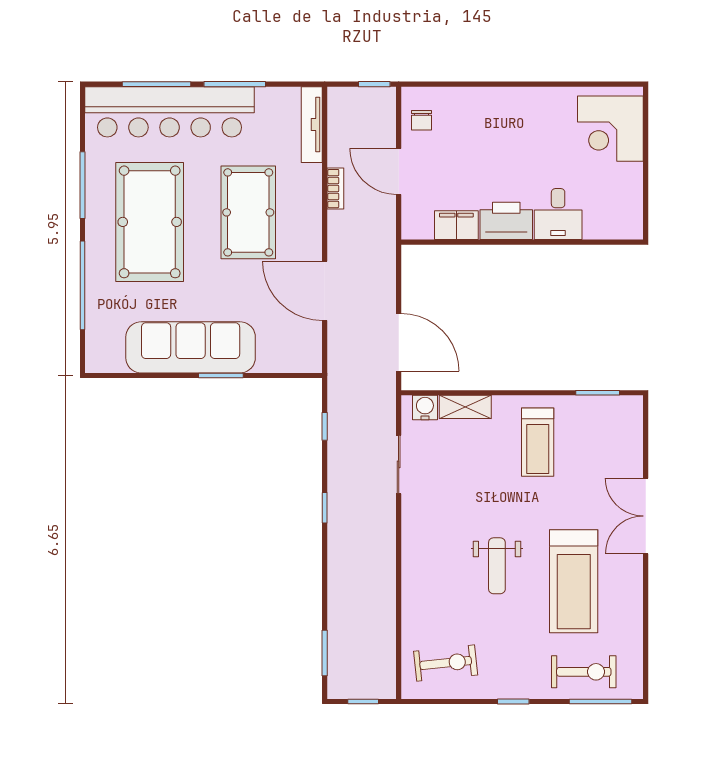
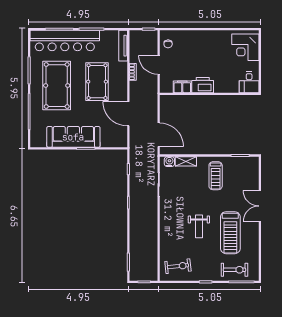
desk: (558, 214) -> (249, 82), moved

